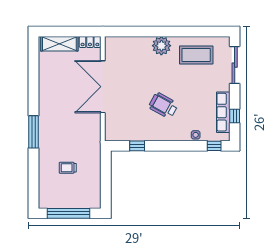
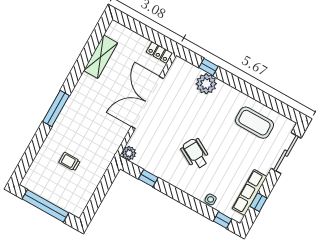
window: (135, 32) -> (209, 67), added
shelving: (59, 44) -> (101, 57), moved, turned 90
plant: (161, 46) -> (206, 84), moved
plant: (111, 135) -> (129, 153), added

